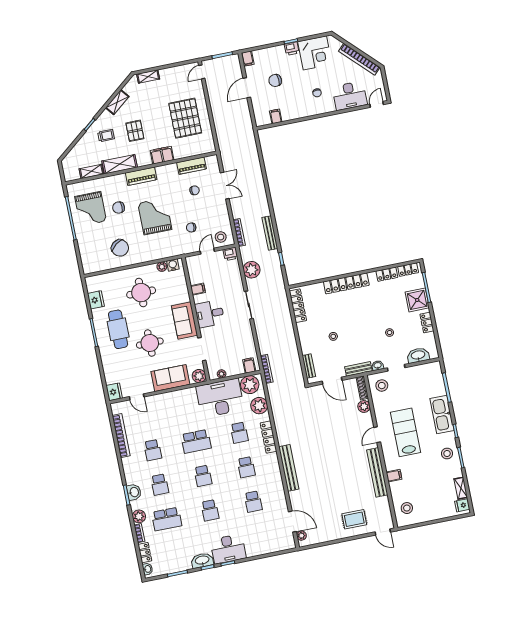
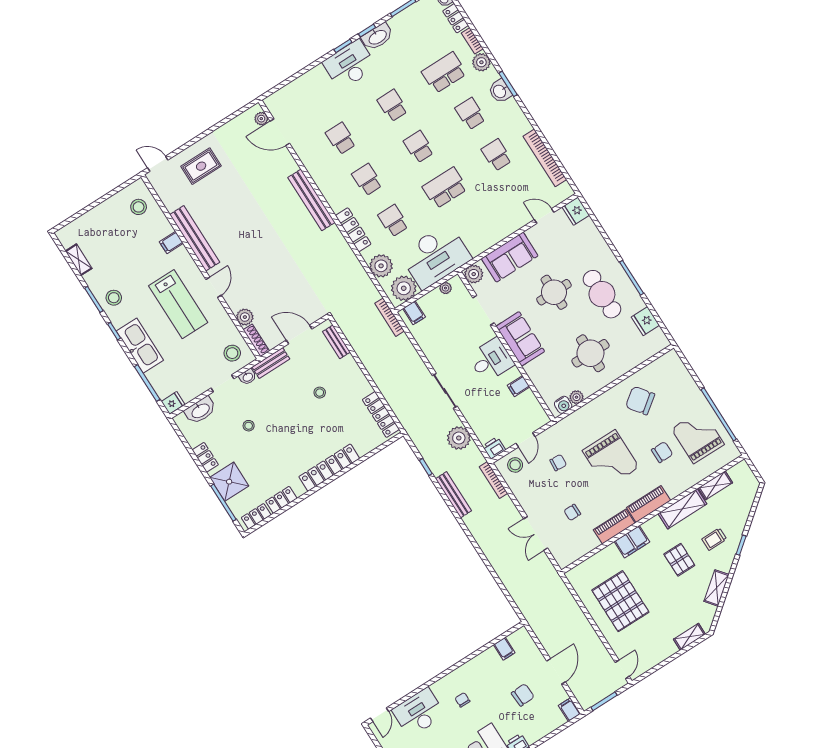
piano: (192, 166) -> (614, 527), moved
fridge: (462, 505) -> (173, 403), moved

